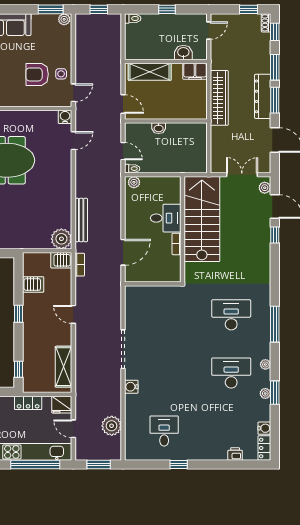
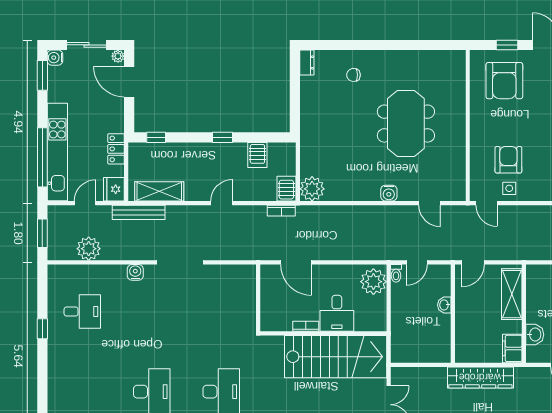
water cooler: (65, 117) -> (389, 193), moved, turned 90
plant: (134, 182) -> (373, 282), width x1.88, depth x1.88
bench: (81, 220) -> (139, 212), moved
printer: (235, 454) -> (55, 396), removed

